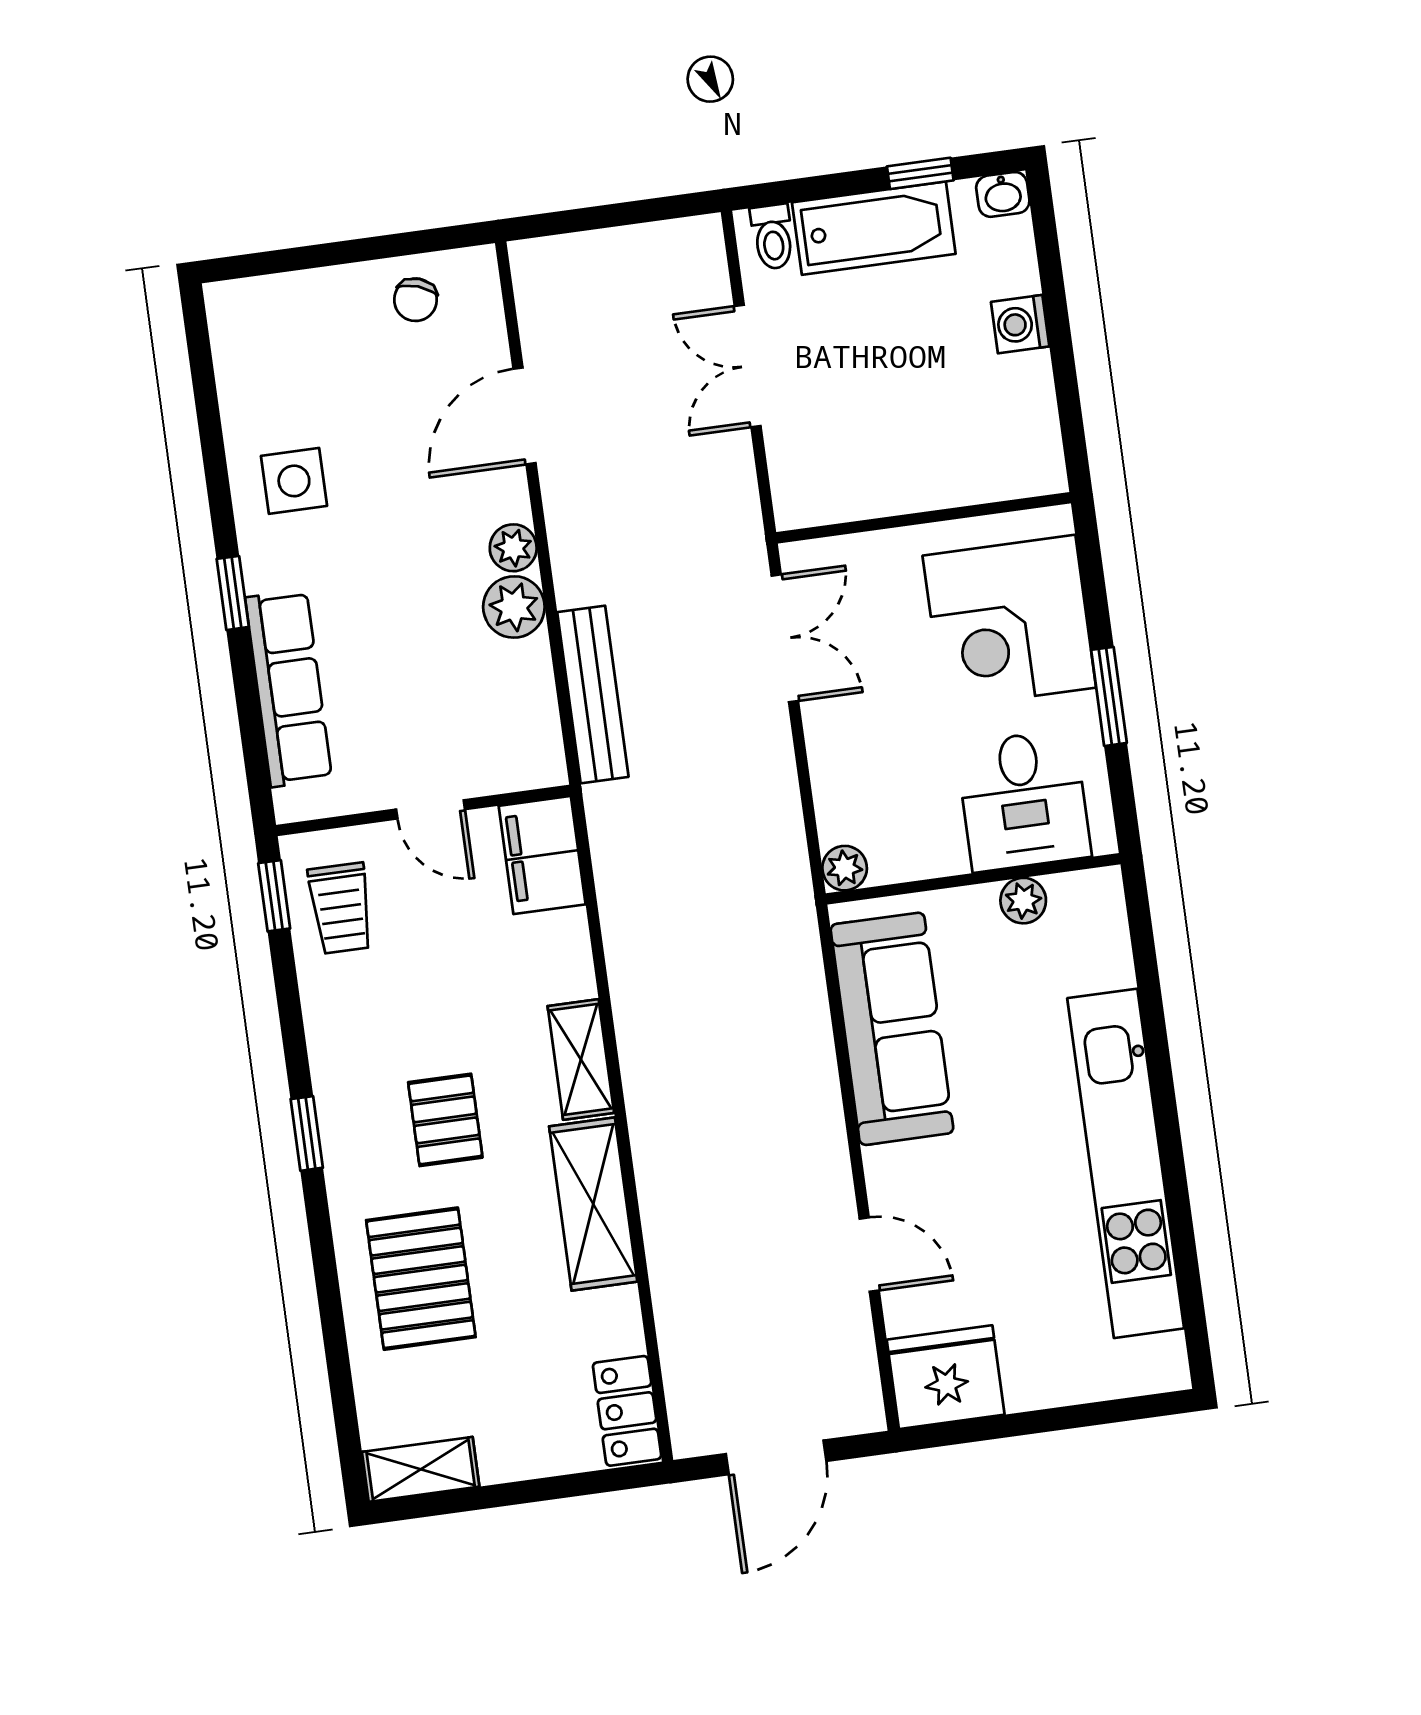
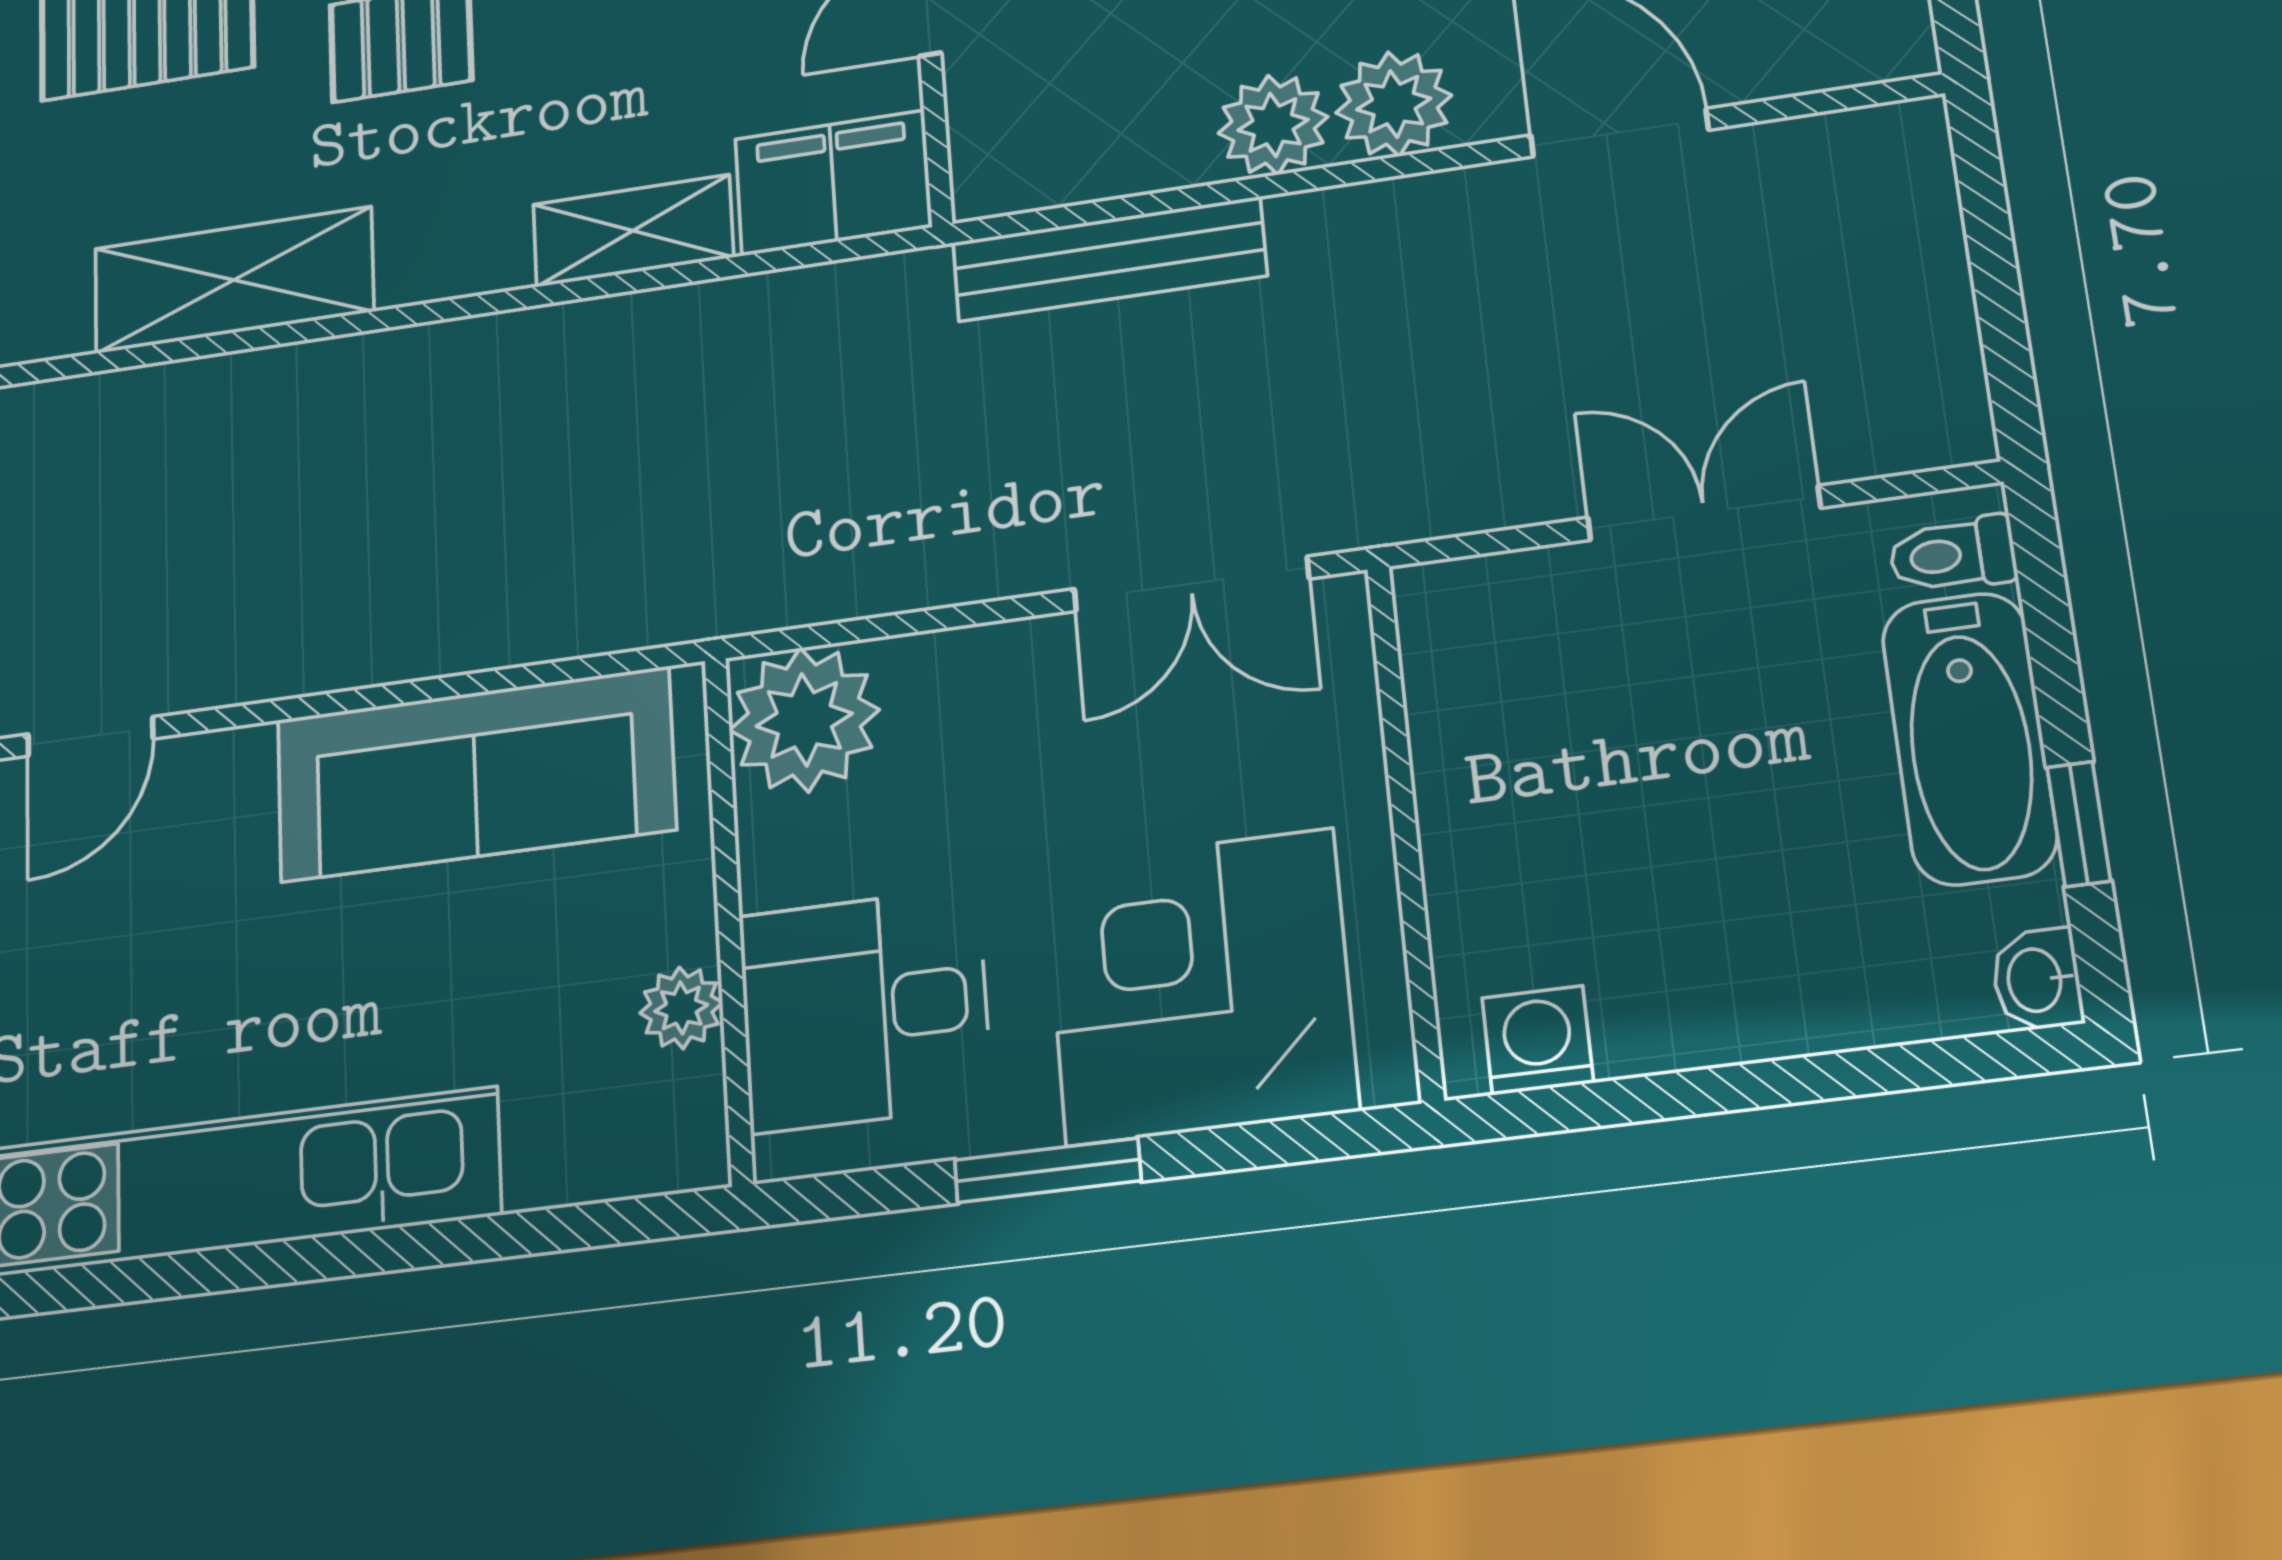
washing machine: (1020, 324) -> (1538, 1040), moved
plant: (513, 548) -> (1394, 104), width x1.38, depth x1.38
plant: (845, 868) -> (804, 720), width x1.88, depth x1.88
shelving: (581, 1059) -> (633, 231), moved

